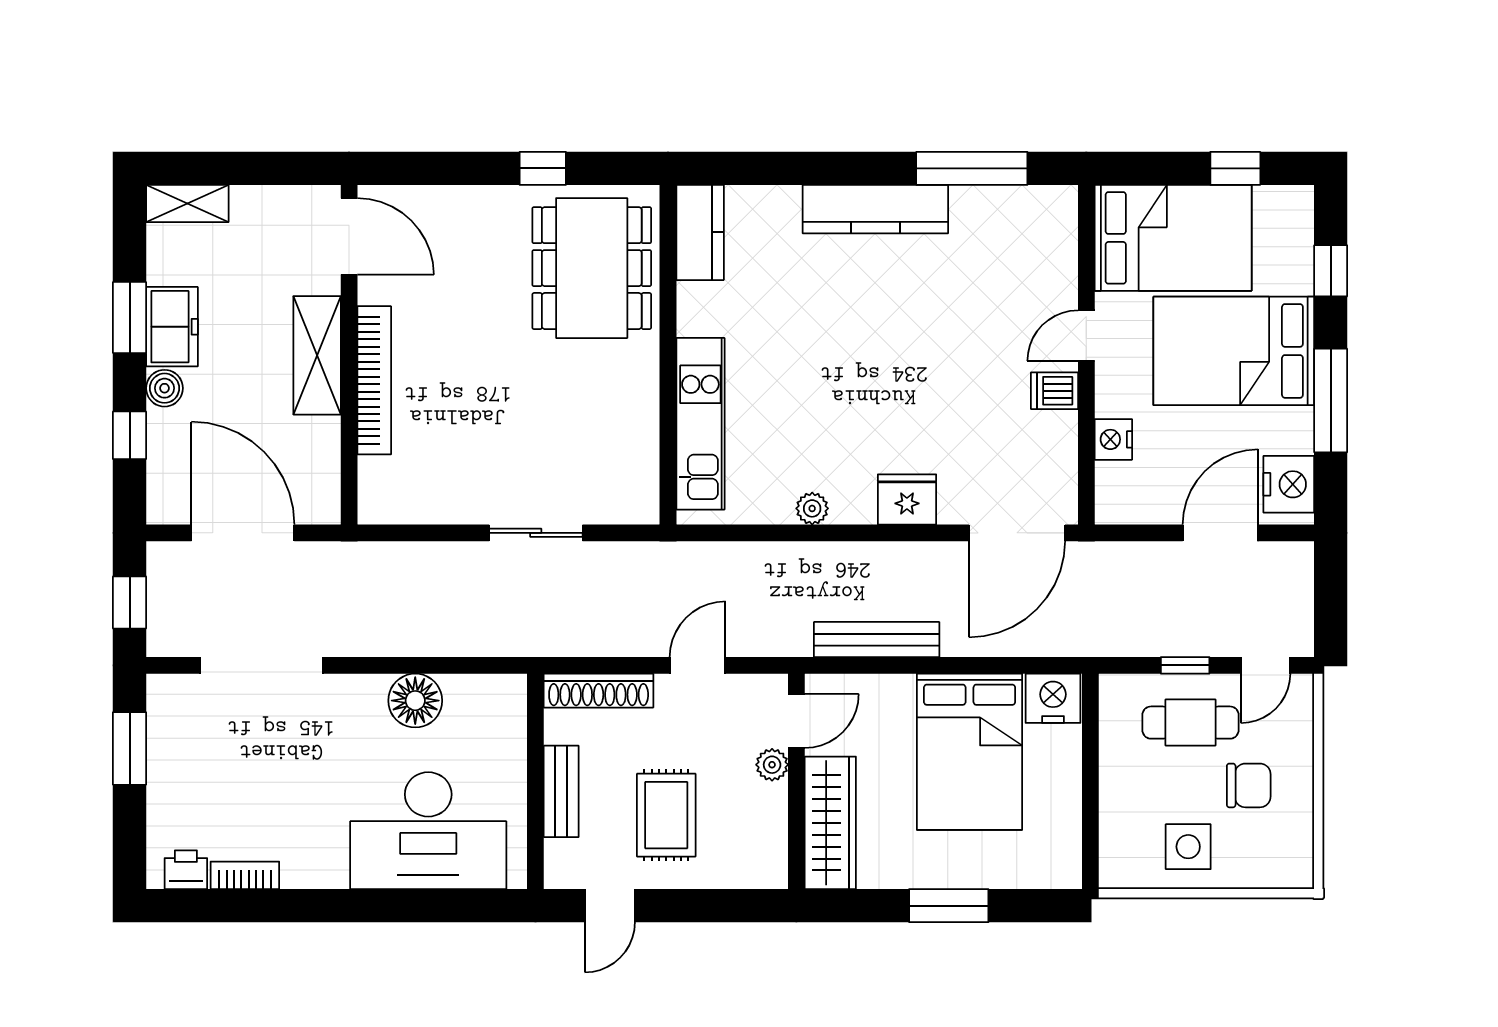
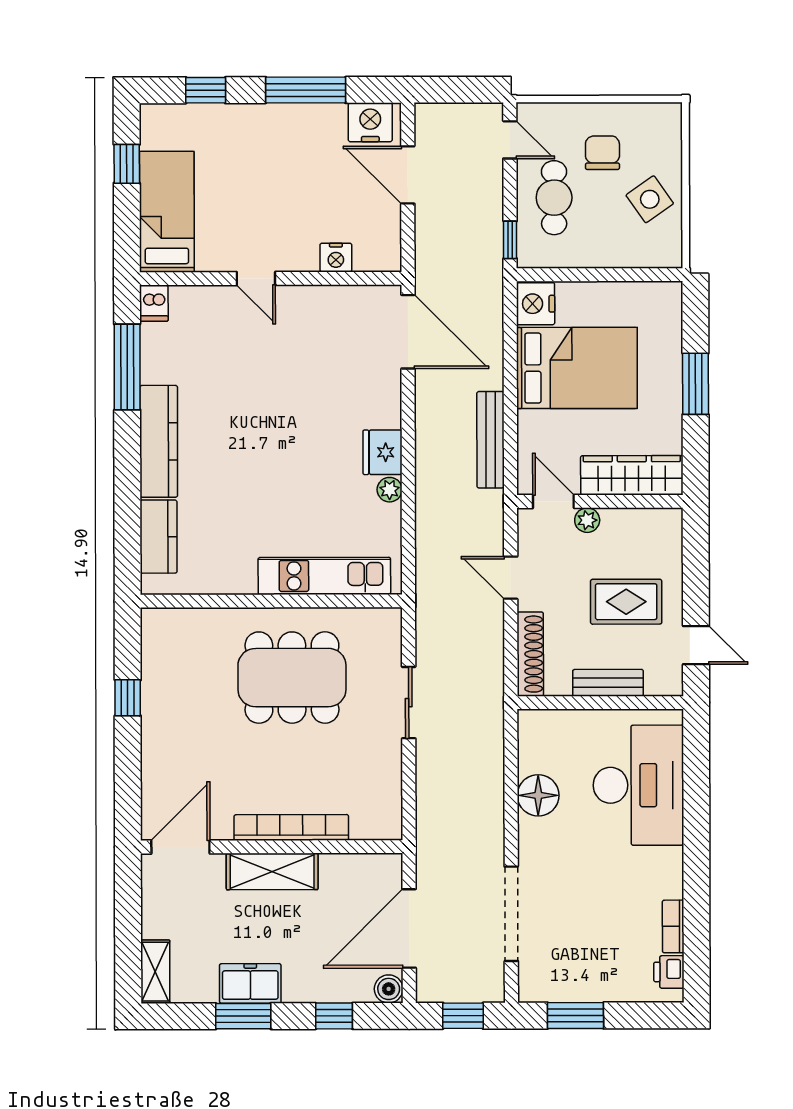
kitchen counter: (700, 232) -> (159, 537), moved, turned 90
bed: (1173, 238) -> (167, 212), width x0.67
dining table: (592, 268) -> (292, 678), moved
bed: (1234, 351) -> (268, 165), removed
boiler: (165, 388) -> (389, 989), moved
dishwasher: (1054, 391) -> (154, 303), moved
fridge: (907, 499) -> (383, 452), moved
window: (1185, 665) -> (510, 240), moved
side table: (1188, 847) -> (650, 199), turned -35

